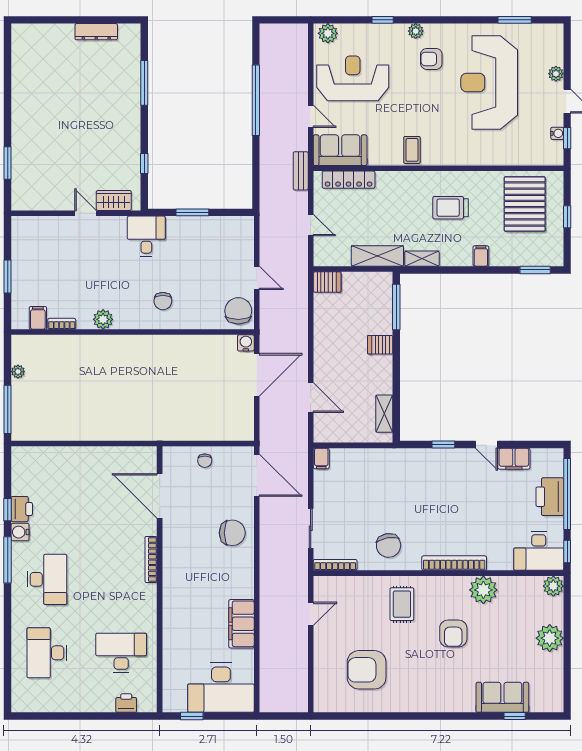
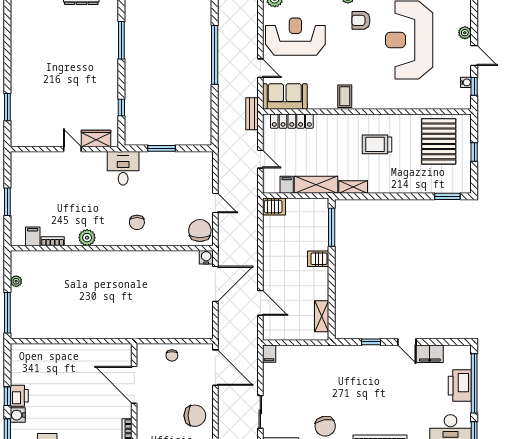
filing cabinet: (481, 256) -> (287, 185), moved

